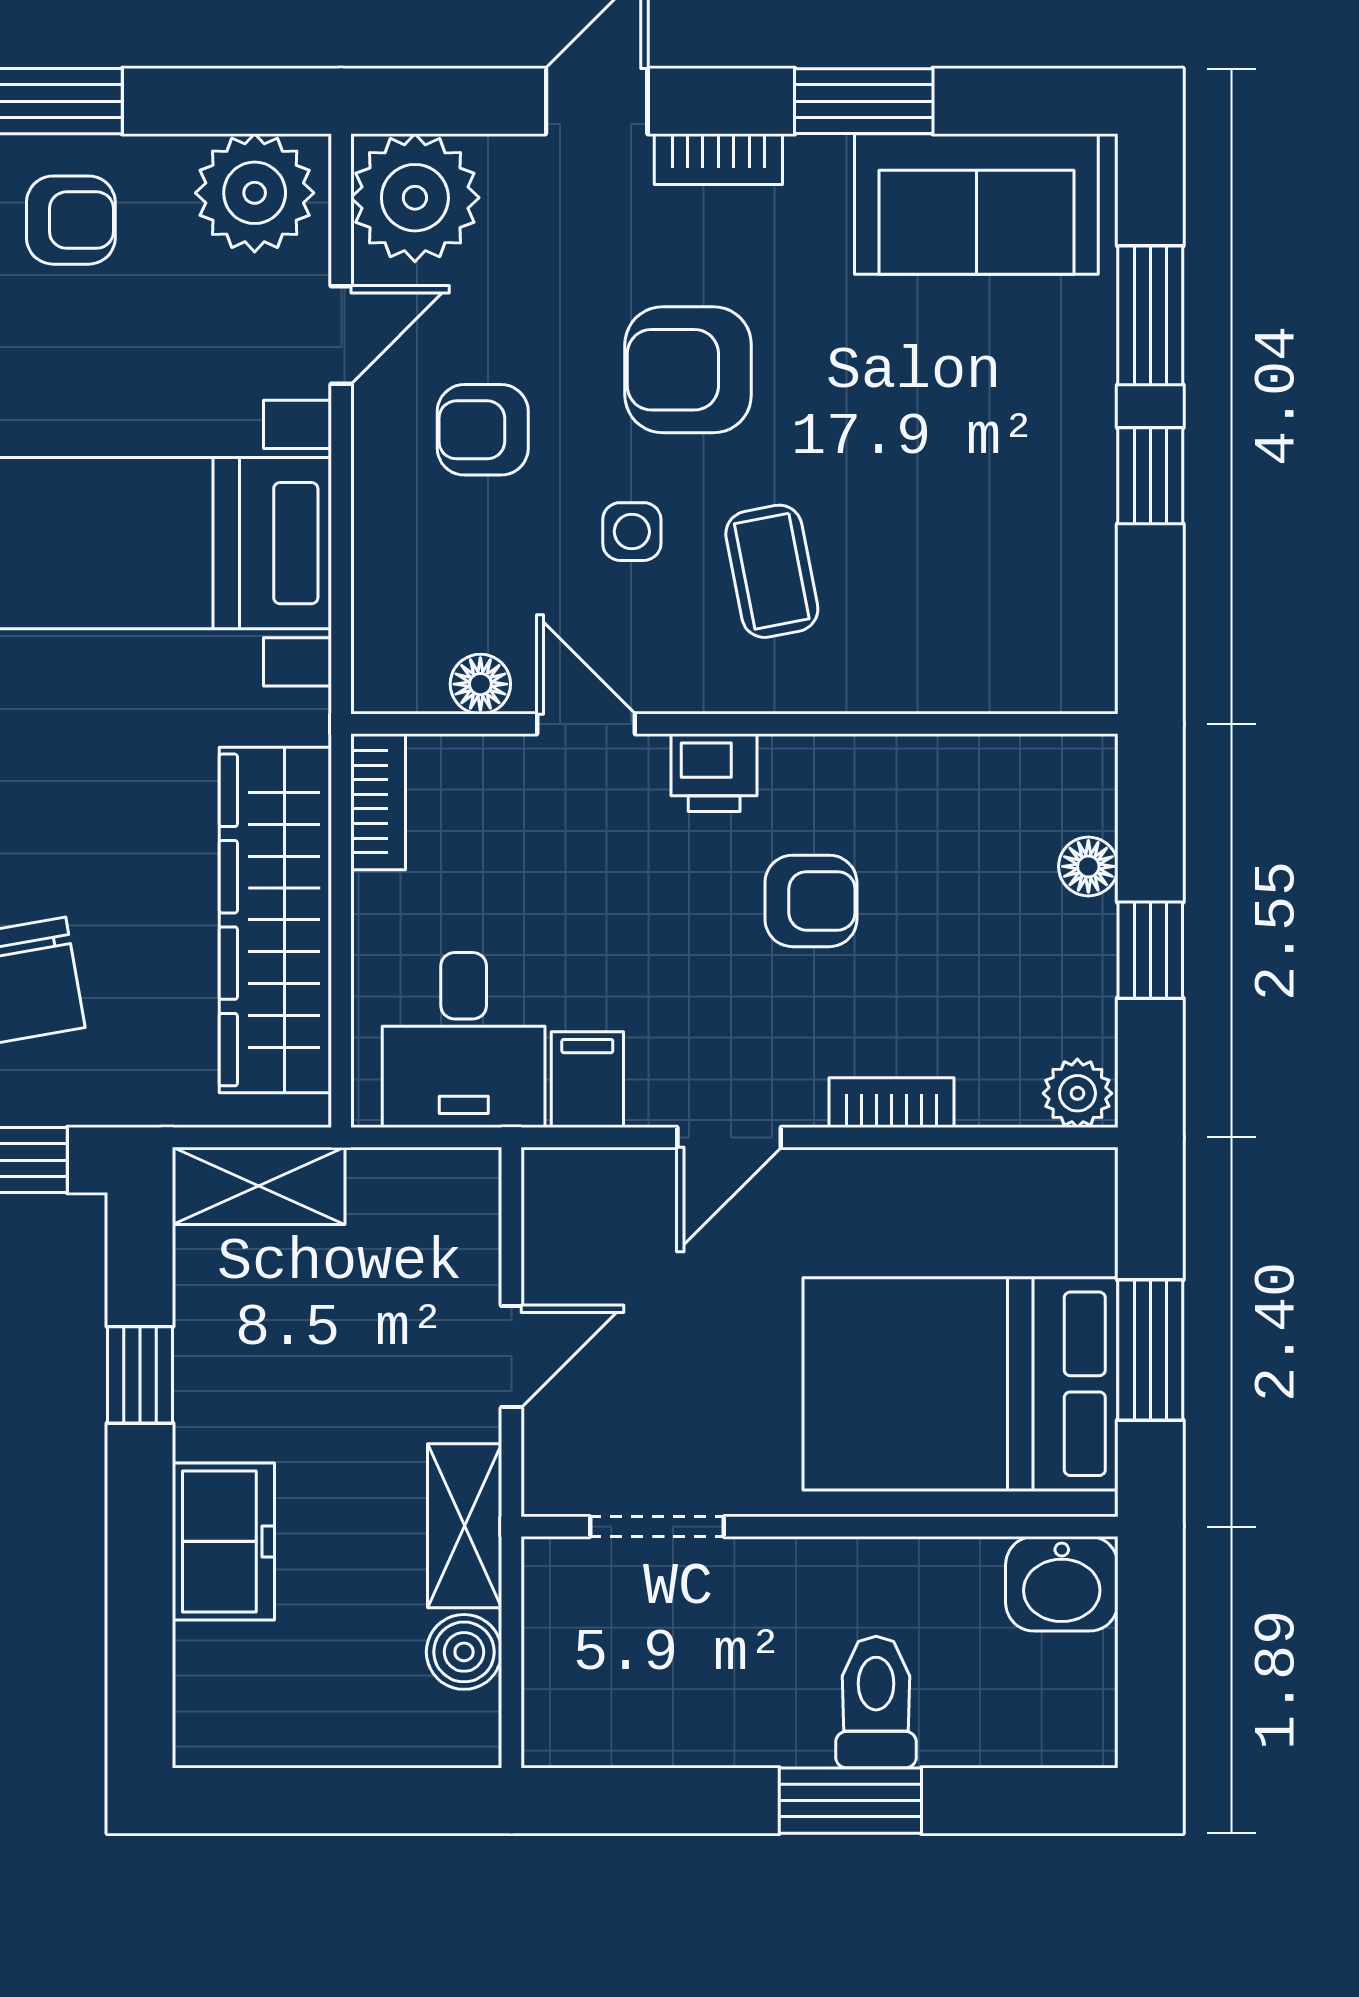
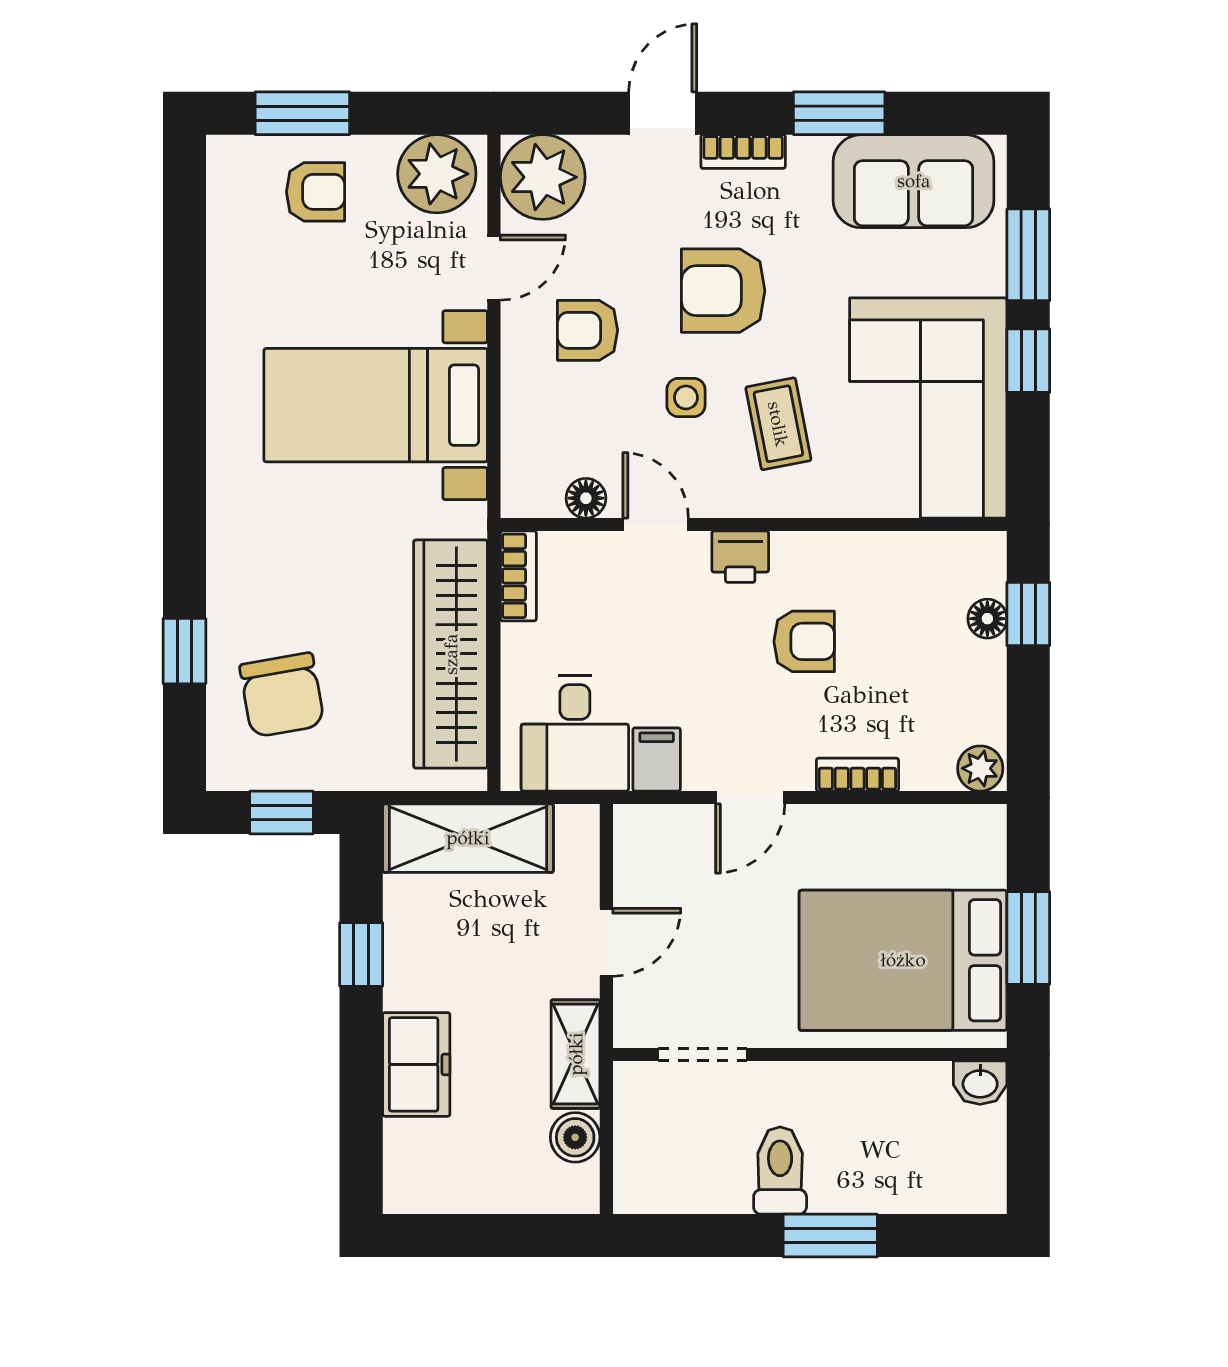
corner sofa: (999, 547) -> (928, 408), added
window: (1150, 950) -> (1028, 614), moved
shelving: (259, 1186) -> (468, 838), width x1.50, depth x1.33
washbasin: (1062, 1584) -> (980, 1083), width x0.72, depth x0.69
toilet: (876, 1702) -> (780, 1170), moved

